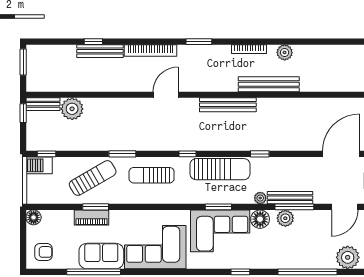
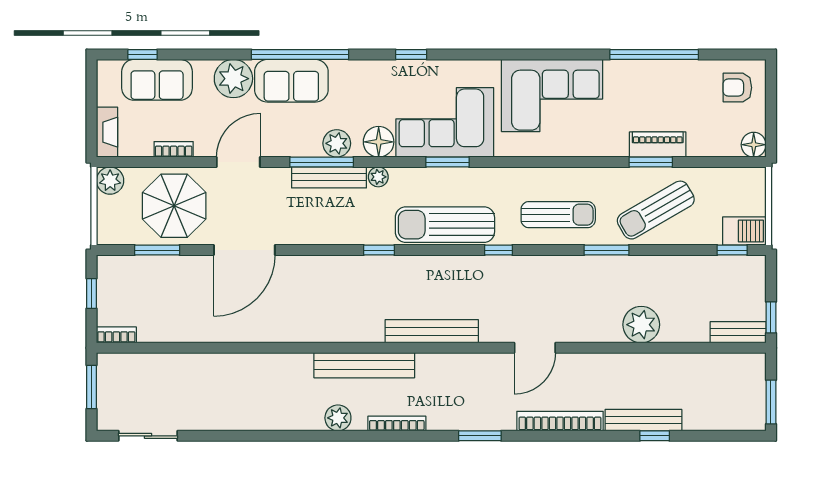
plant: (72, 109) -> (641, 325), moved
sofa: (101, 256) -> (291, 81), moved

